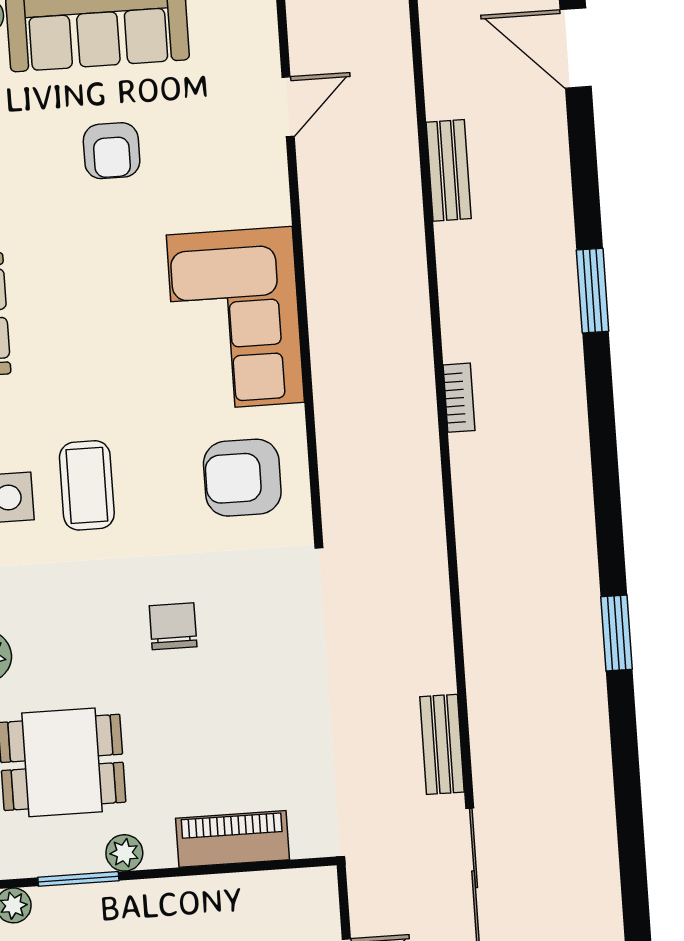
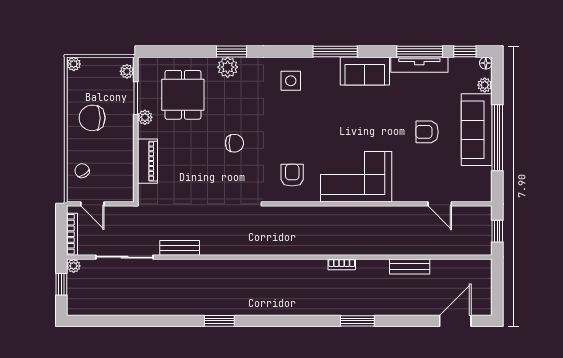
bookcase: (459, 398) -> (342, 264), moved
armchair: (242, 478) -> (292, 175), width x0.72, depth x0.72
coffee table: (87, 485) -> (293, 113), removed

